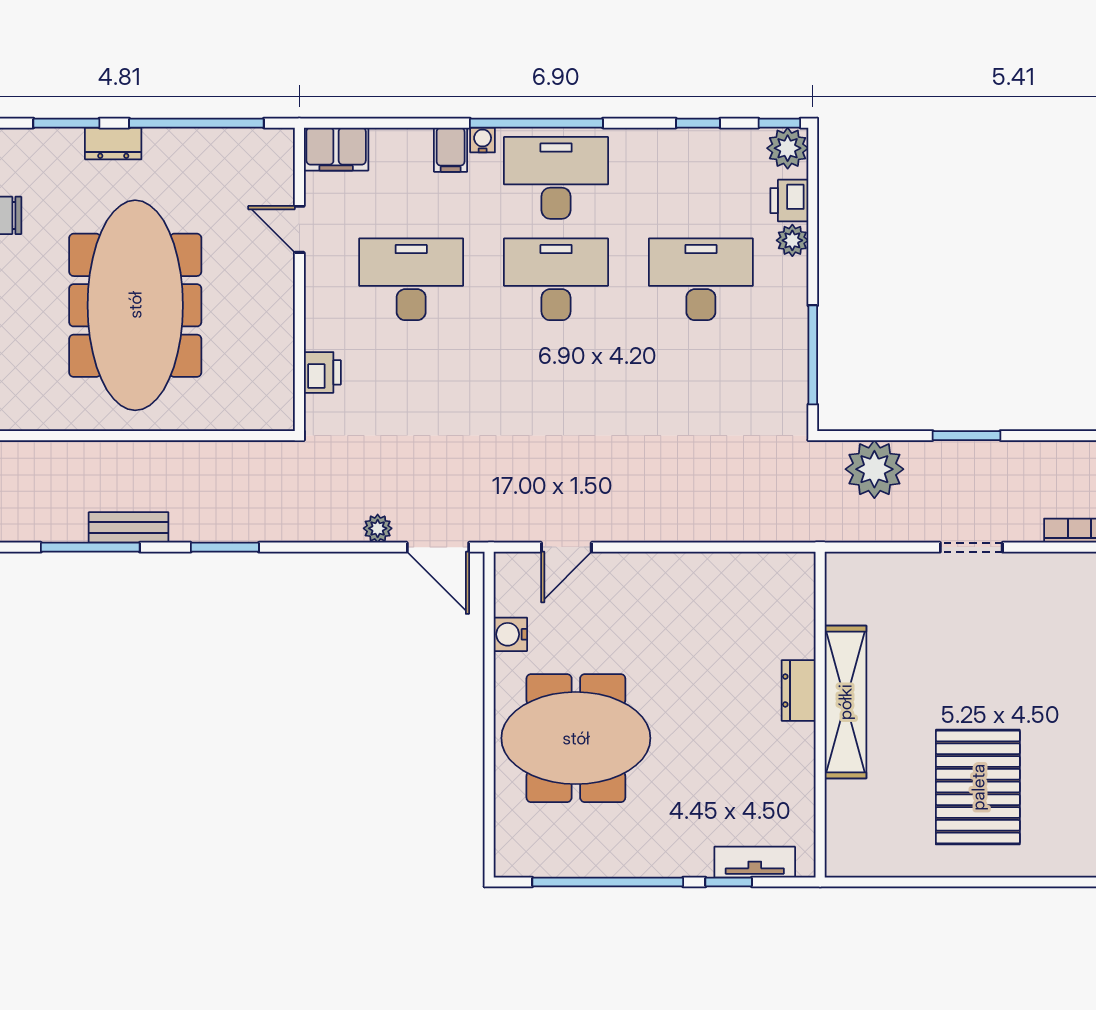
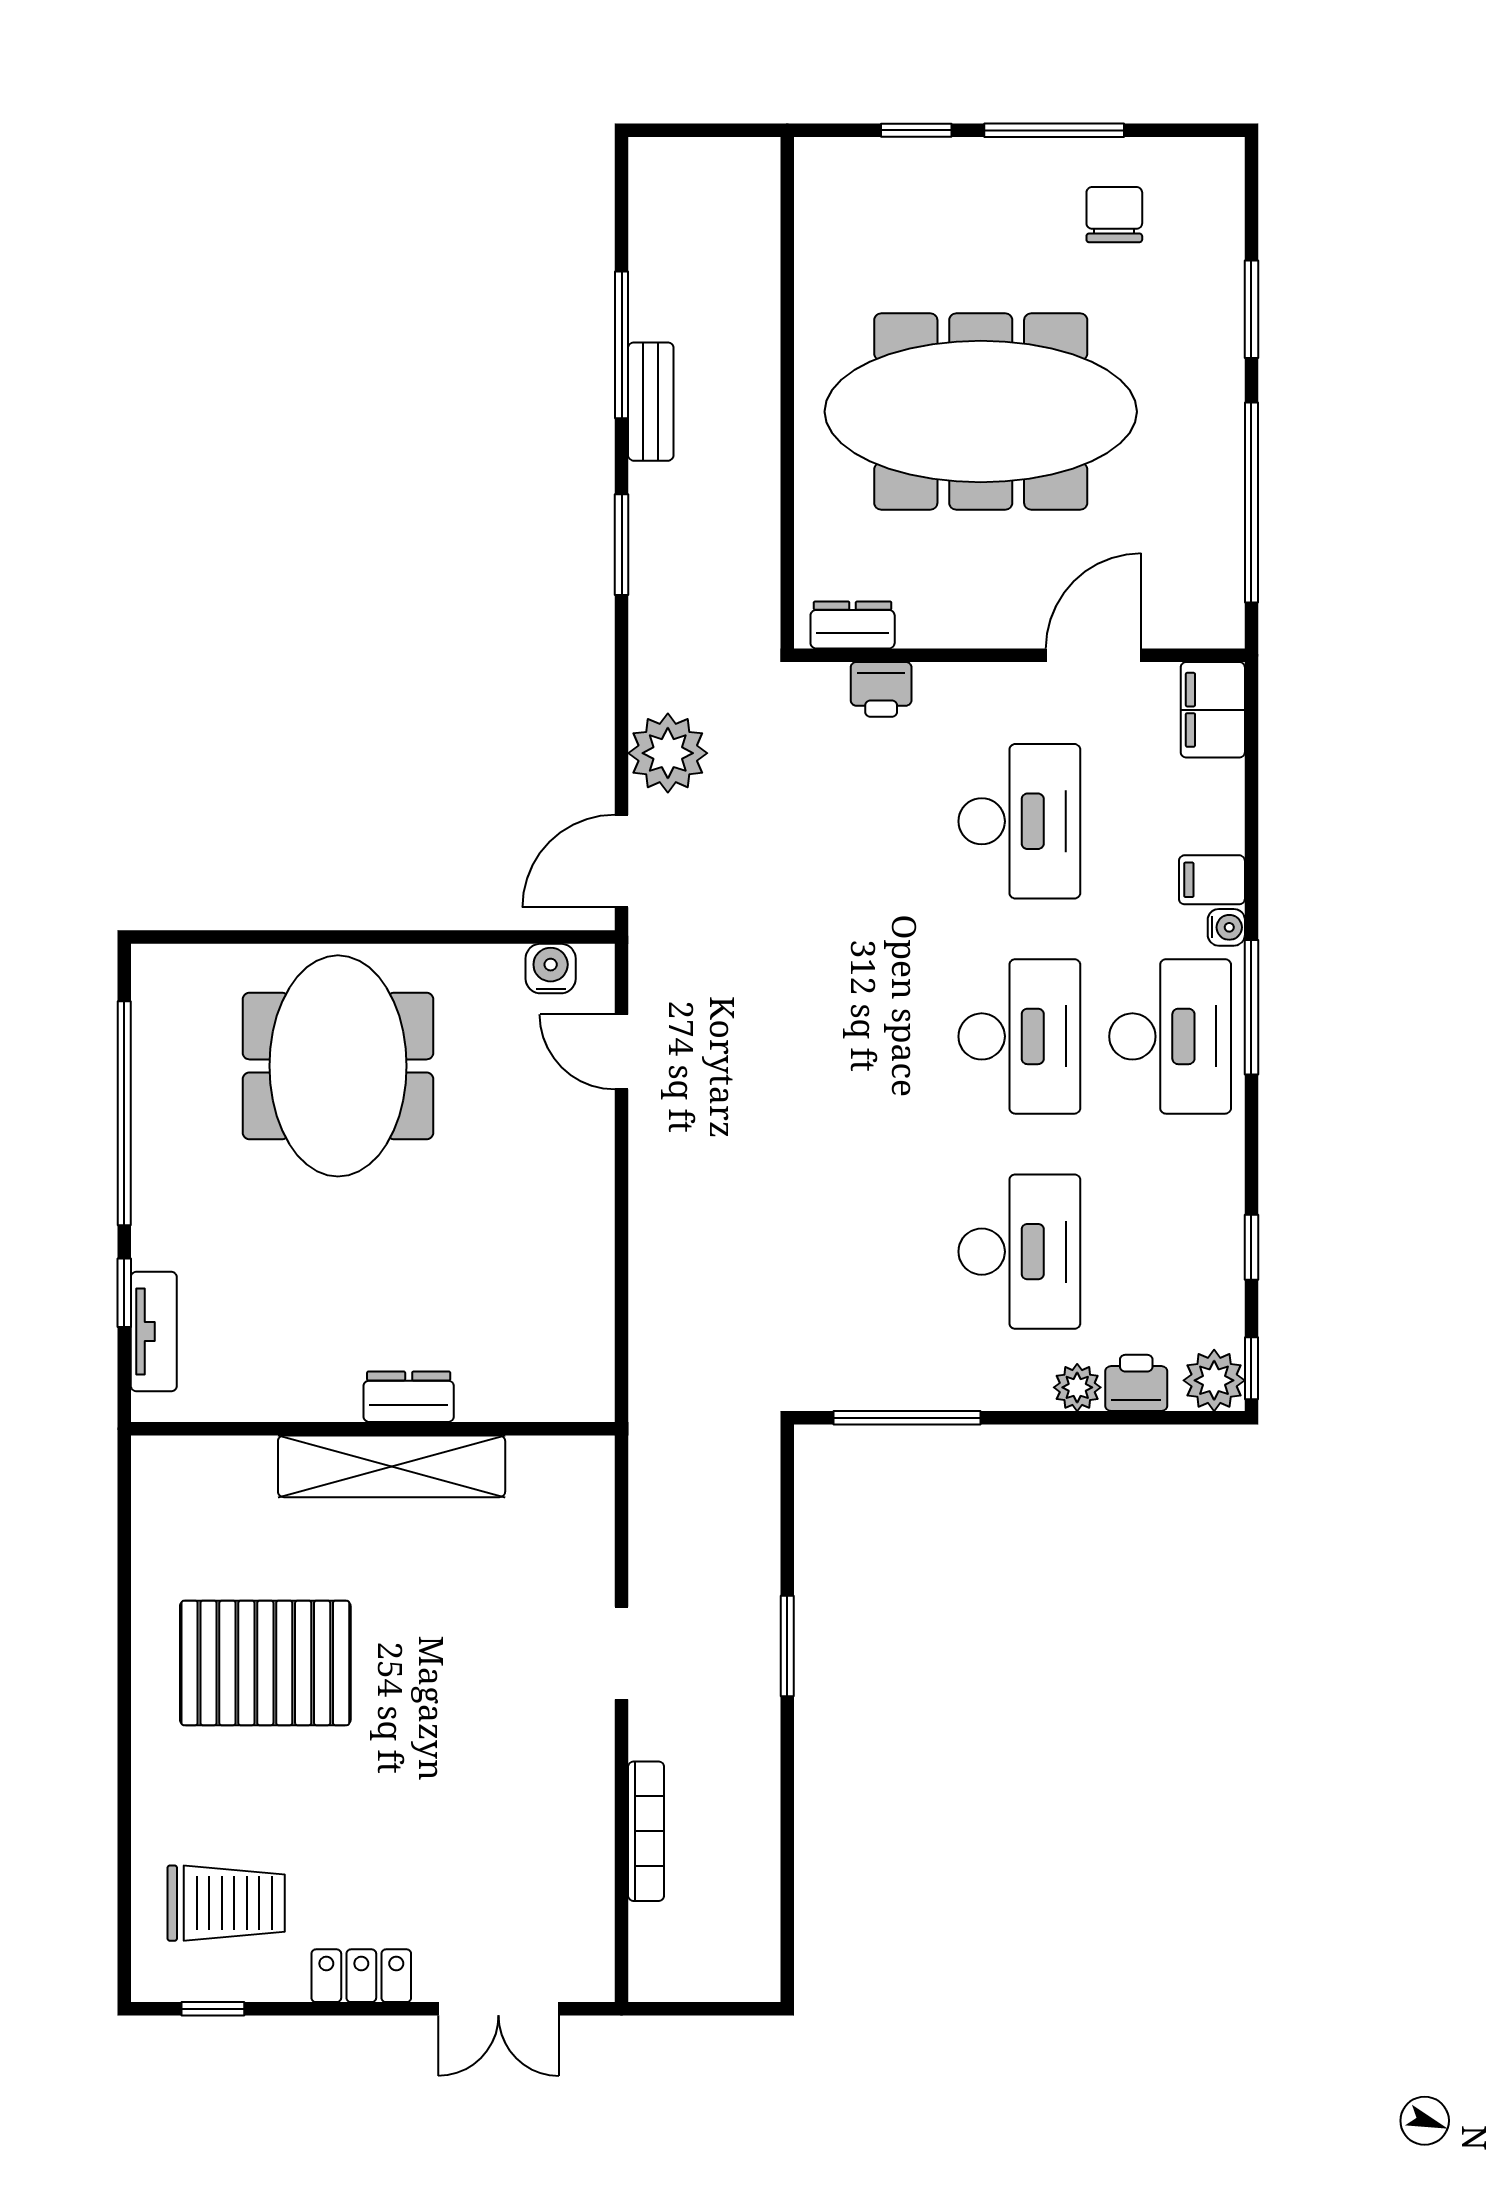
window: (536, 123) -> (1251, 1007), width x0.68
dresser: (113, 143) -> (853, 625), moved, turned 90
door: (299, 229) -> (1094, 655), width x1.38
plant: (874, 469) -> (737, 1509), removed
plant: (378, 528) -> (668, 753), width x1.88, depth x1.88
water cooler: (510, 634) -> (551, 969), moved

